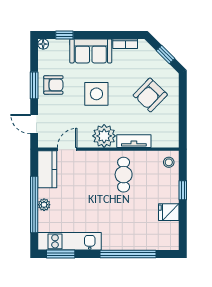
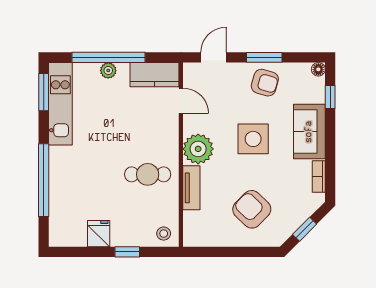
armchair: (53, 85) -> (265, 83), turned -74

